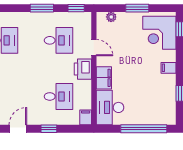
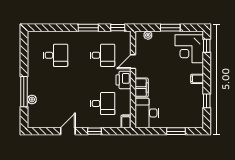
door: (94, 48) -> (133, 62), swing flipped
window: (144, 129) -> (176, 131), width x0.47

